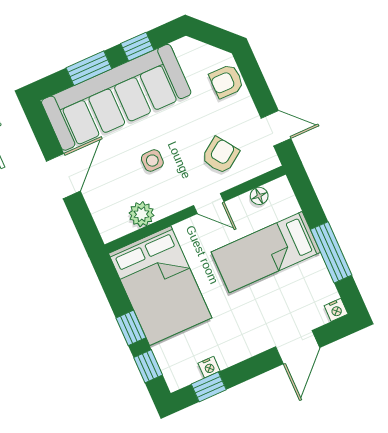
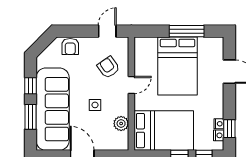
floor lamp: (259, 196) -> (139, 56), removed
bed: (266, 252) -> (178, 66), width x1.50
nightstand: (336, 310) -> (219, 135), moved

